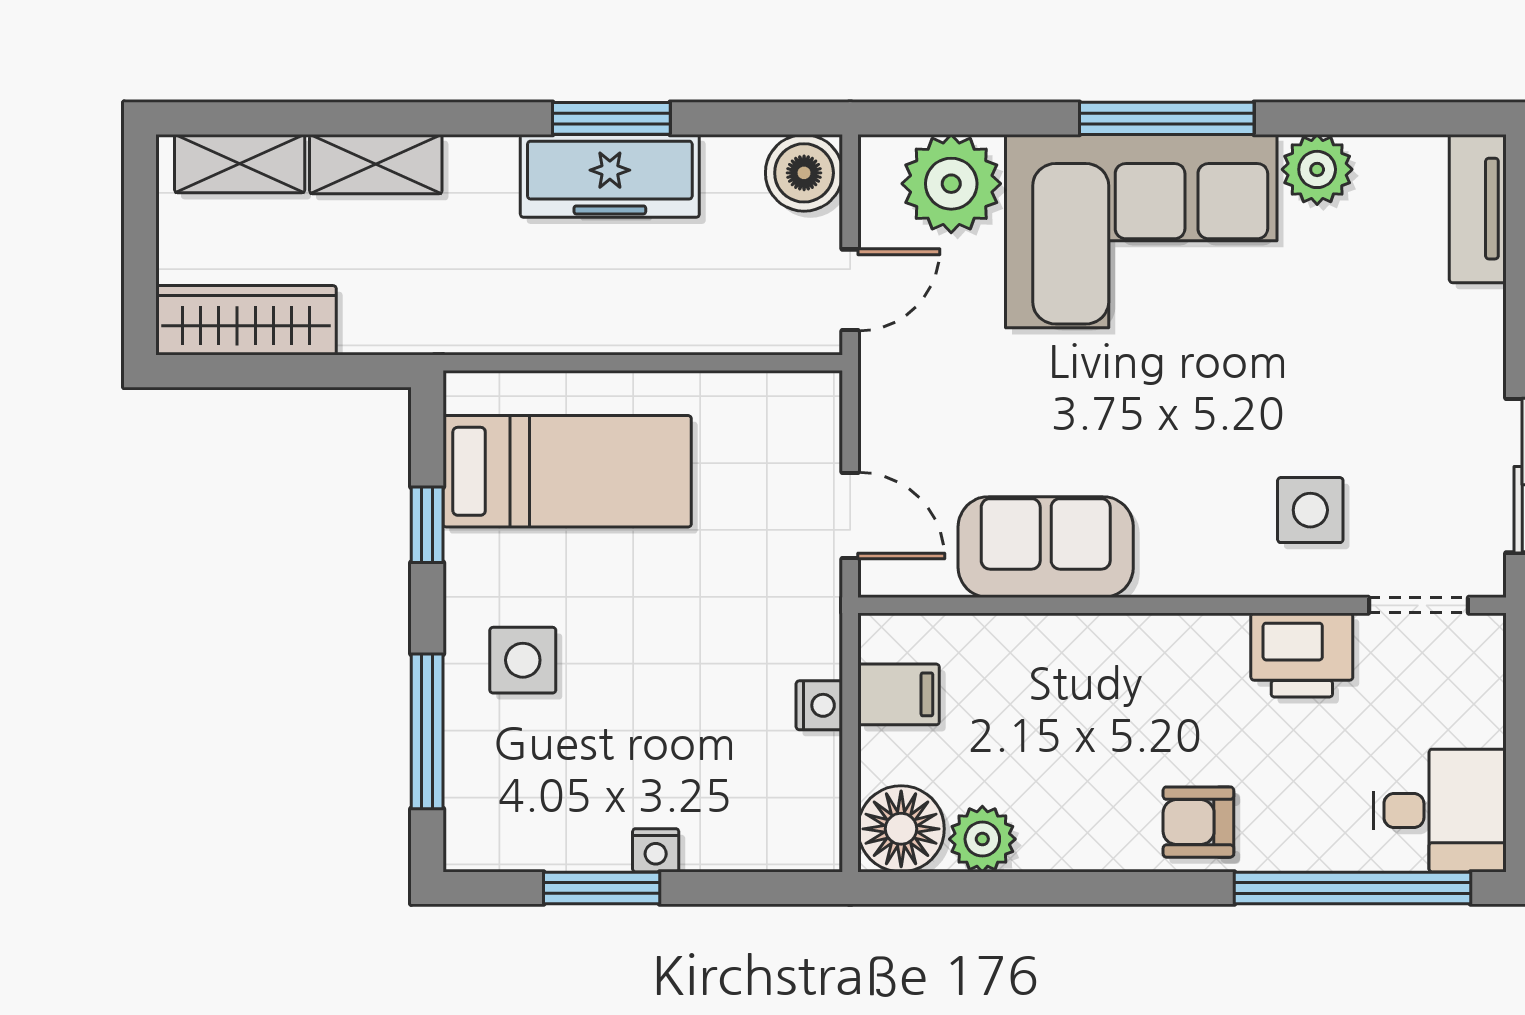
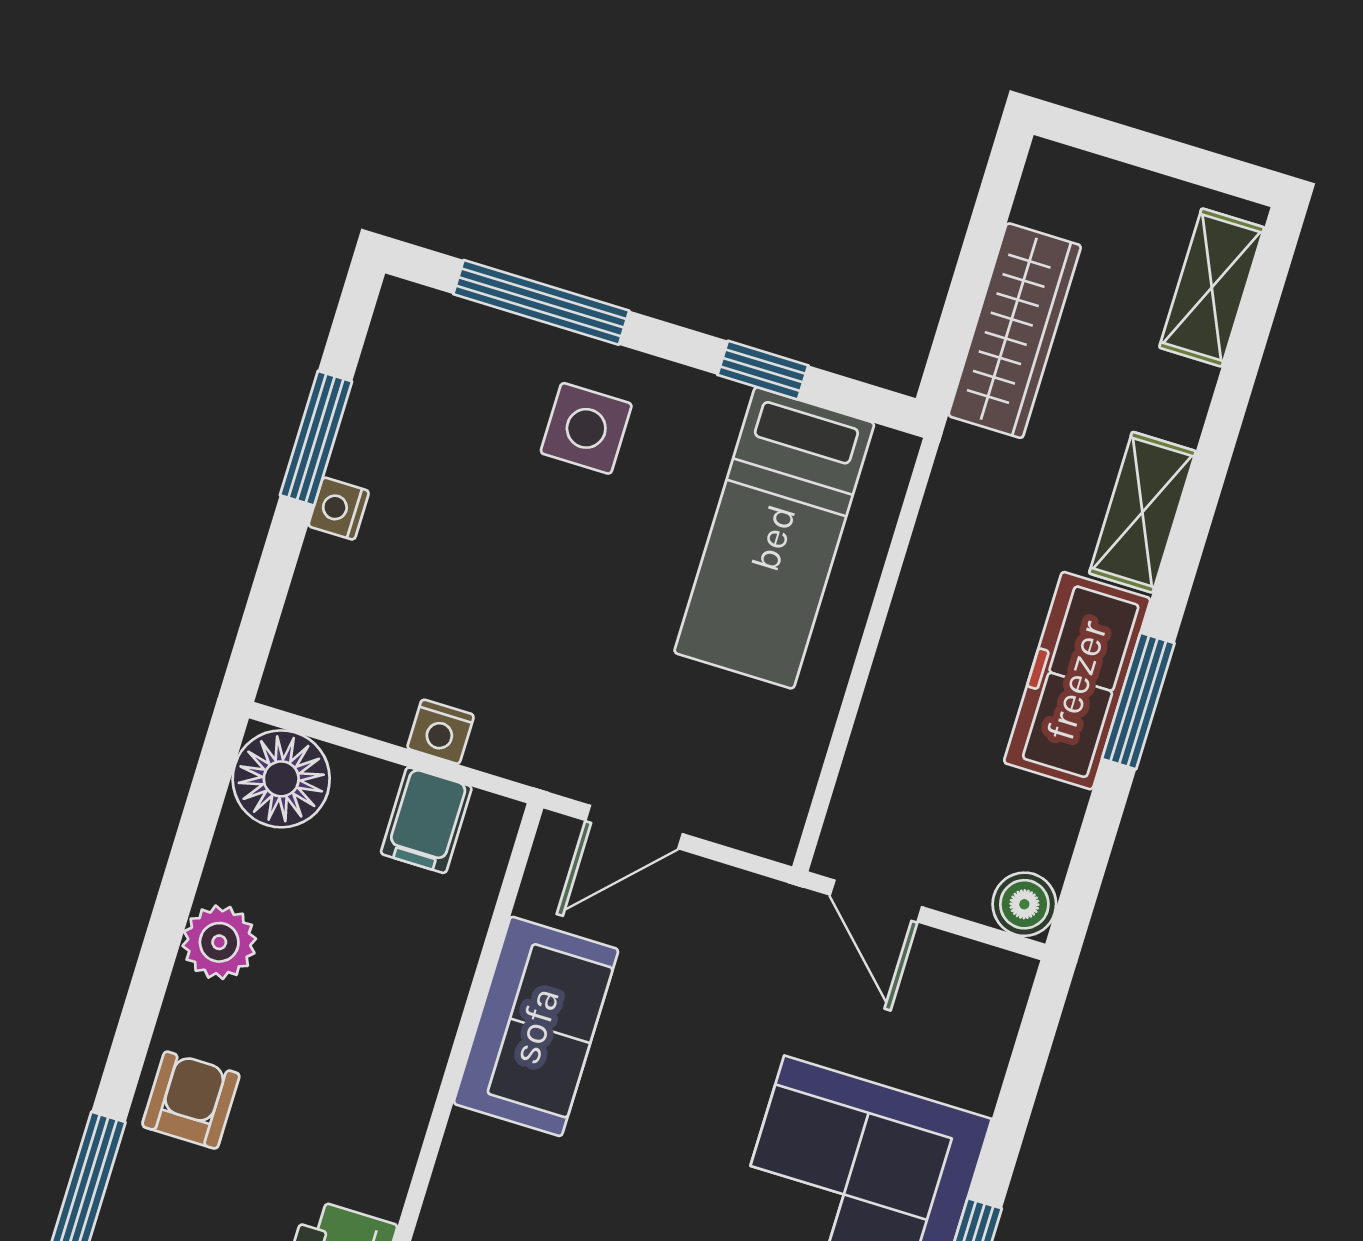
shelving: (376, 164) -> (1142, 512), moved
boiler: (804, 173) -> (1024, 904), width x0.73, depth x0.73
plant: (951, 184) -> (957, 1044), removed
wardrobe: (246, 320) -> (1015, 331), moved
plant: (982, 839) -> (219, 942), moved

